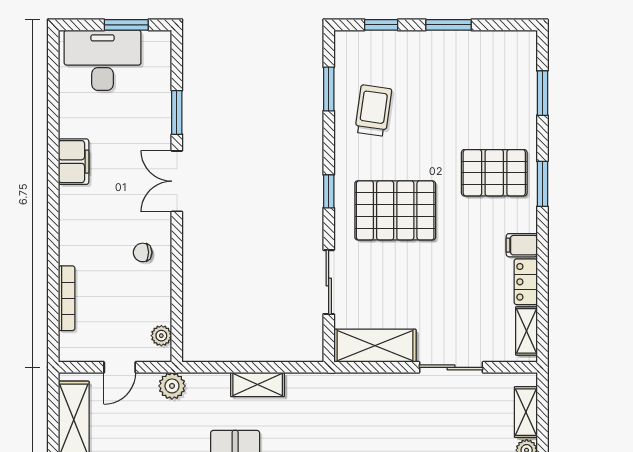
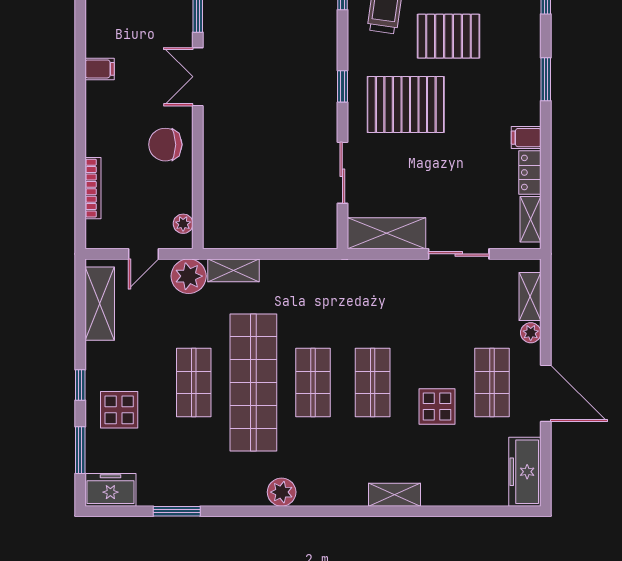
filing cabinet: (74, 162) -> (100, 69), width x0.50
pallet: (494, 173) -> (448, 36), moved
chair: (143, 252) -> (165, 145), width x1.87, depth x1.87
shelving: (258, 385) -> (234, 270), moved
plant: (172, 386) -> (189, 276), width x1.36, depth x1.36

